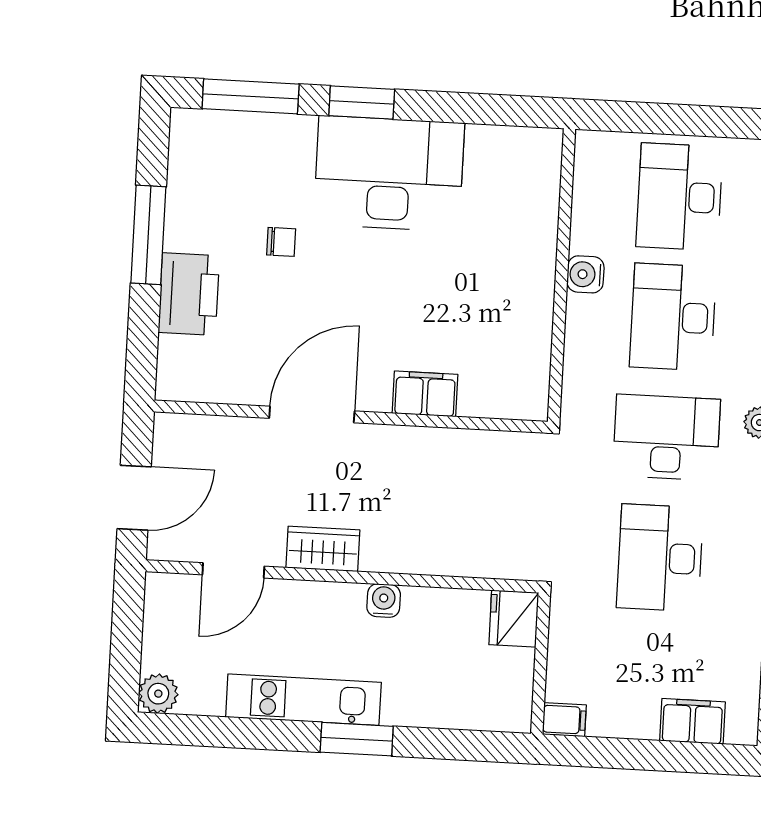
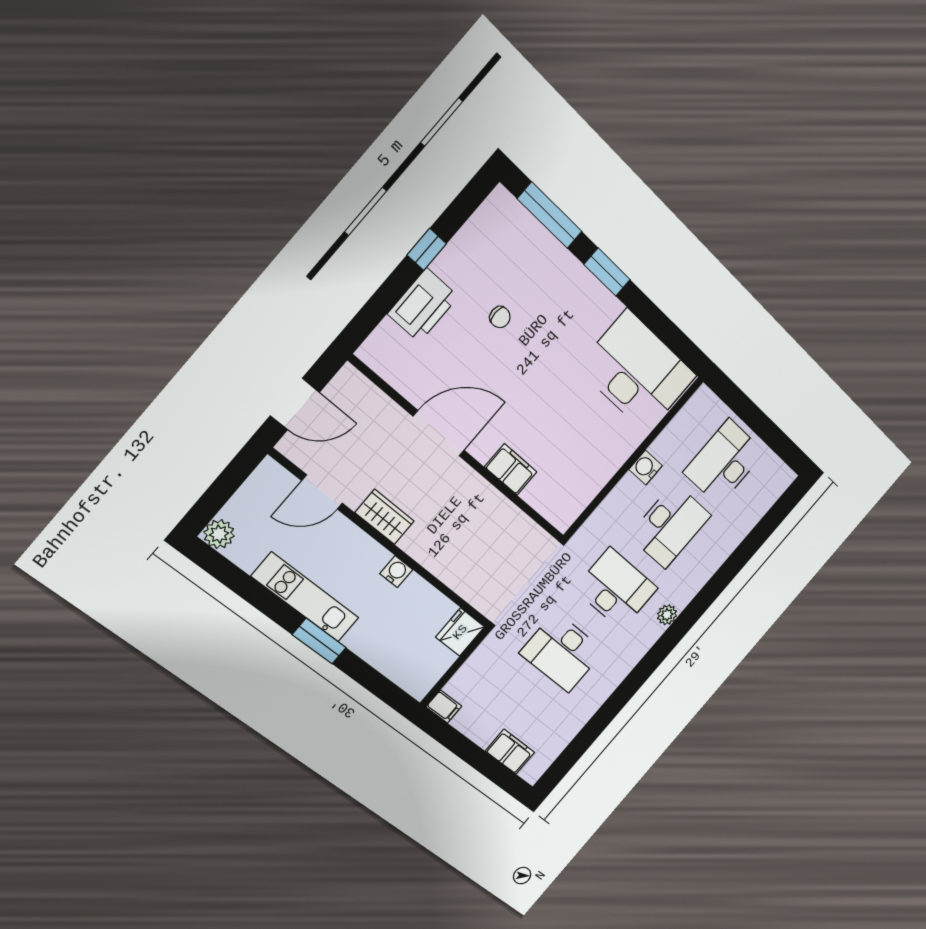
desk: (389, 174) -> (637, 372), moved
window: (148, 235) -> (427, 249), width x0.46
desk: (673, 317) -> (670, 526), turned 180
desk: (660, 558) -> (562, 652), turned -90

